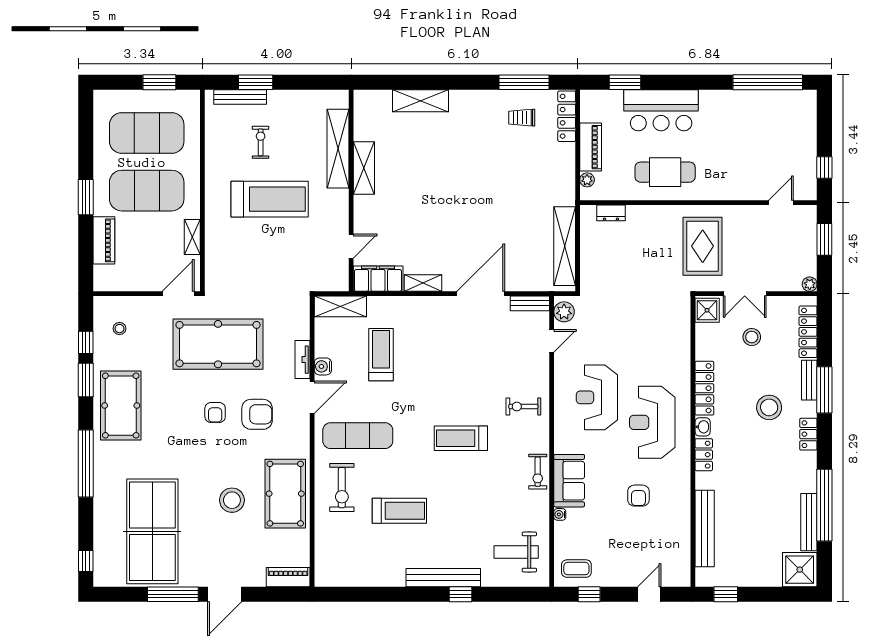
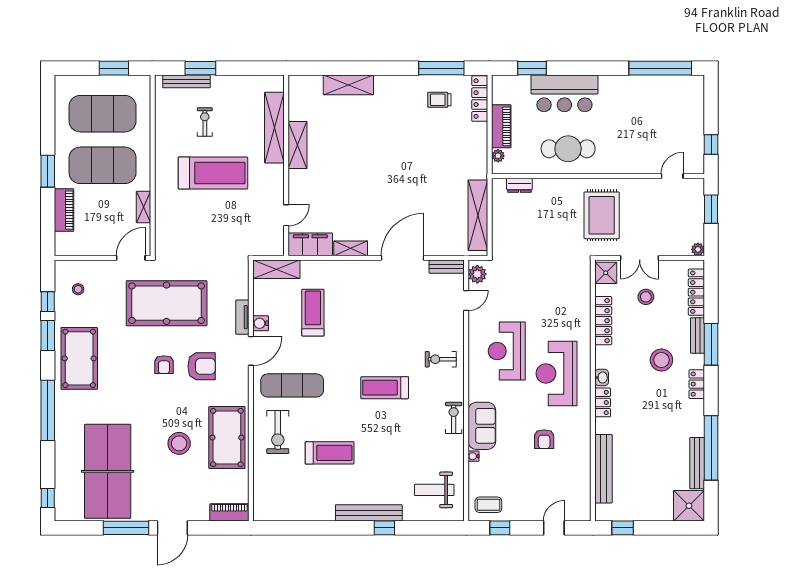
locker: (704, 388) -> (603, 321), moved
exercise bike: (538, 472) -> (454, 418), turned 180

